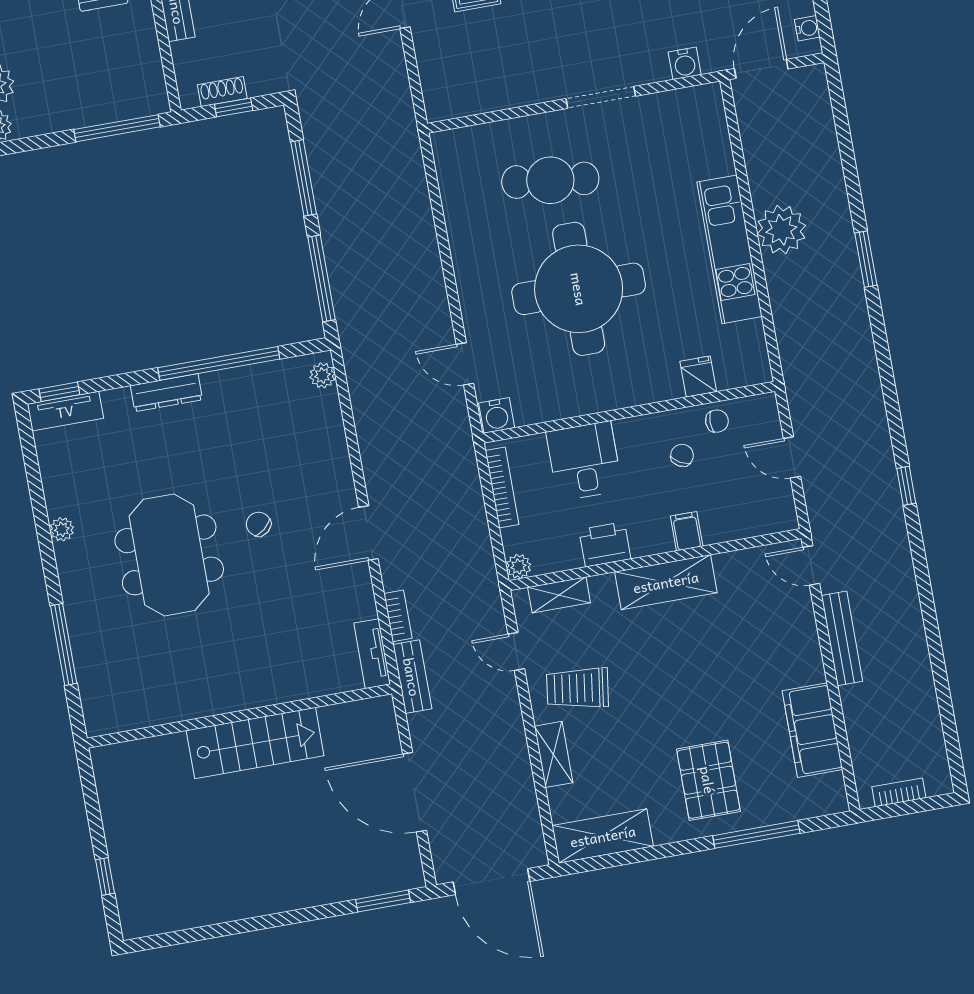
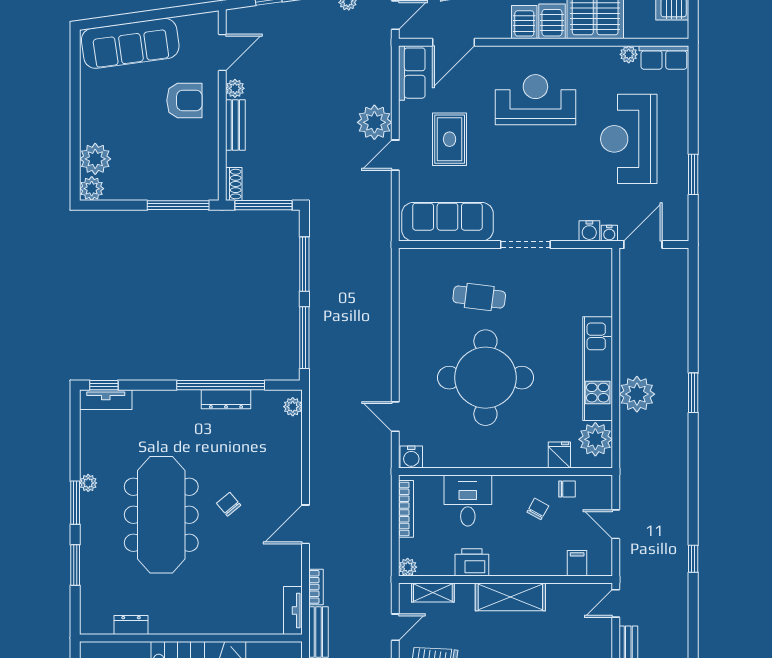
water cooler: (807, 28) -> (609, 233), moved, turned 90
sofa: (489, 85) -> (447, 222), added
shoe rack: (222, 92) -> (234, 184), moved, turned 90
window: (234, 107) -> (264, 205), width x2.17
cafe table: (550, 180) -> (479, 297), width x0.73, depth x0.74
plant: (781, 230) -> (637, 394), moved
plant: (744, 346) -> (595, 439), added
dresser: (166, 393) -> (226, 399), moved
filing cabinet: (687, 531) -> (577, 563), moved
meeting table: (169, 555) -> (161, 515), width x1.36
window: (49, 559) -> (75, 503), added
door: (811, 565) -> (616, 603), hinge flipped
window: (64, 645) -> (75, 565), width x0.69
door: (516, 651) -> (395, 627), swing flipped
dresser: (155, 713) -> (131, 625), added

